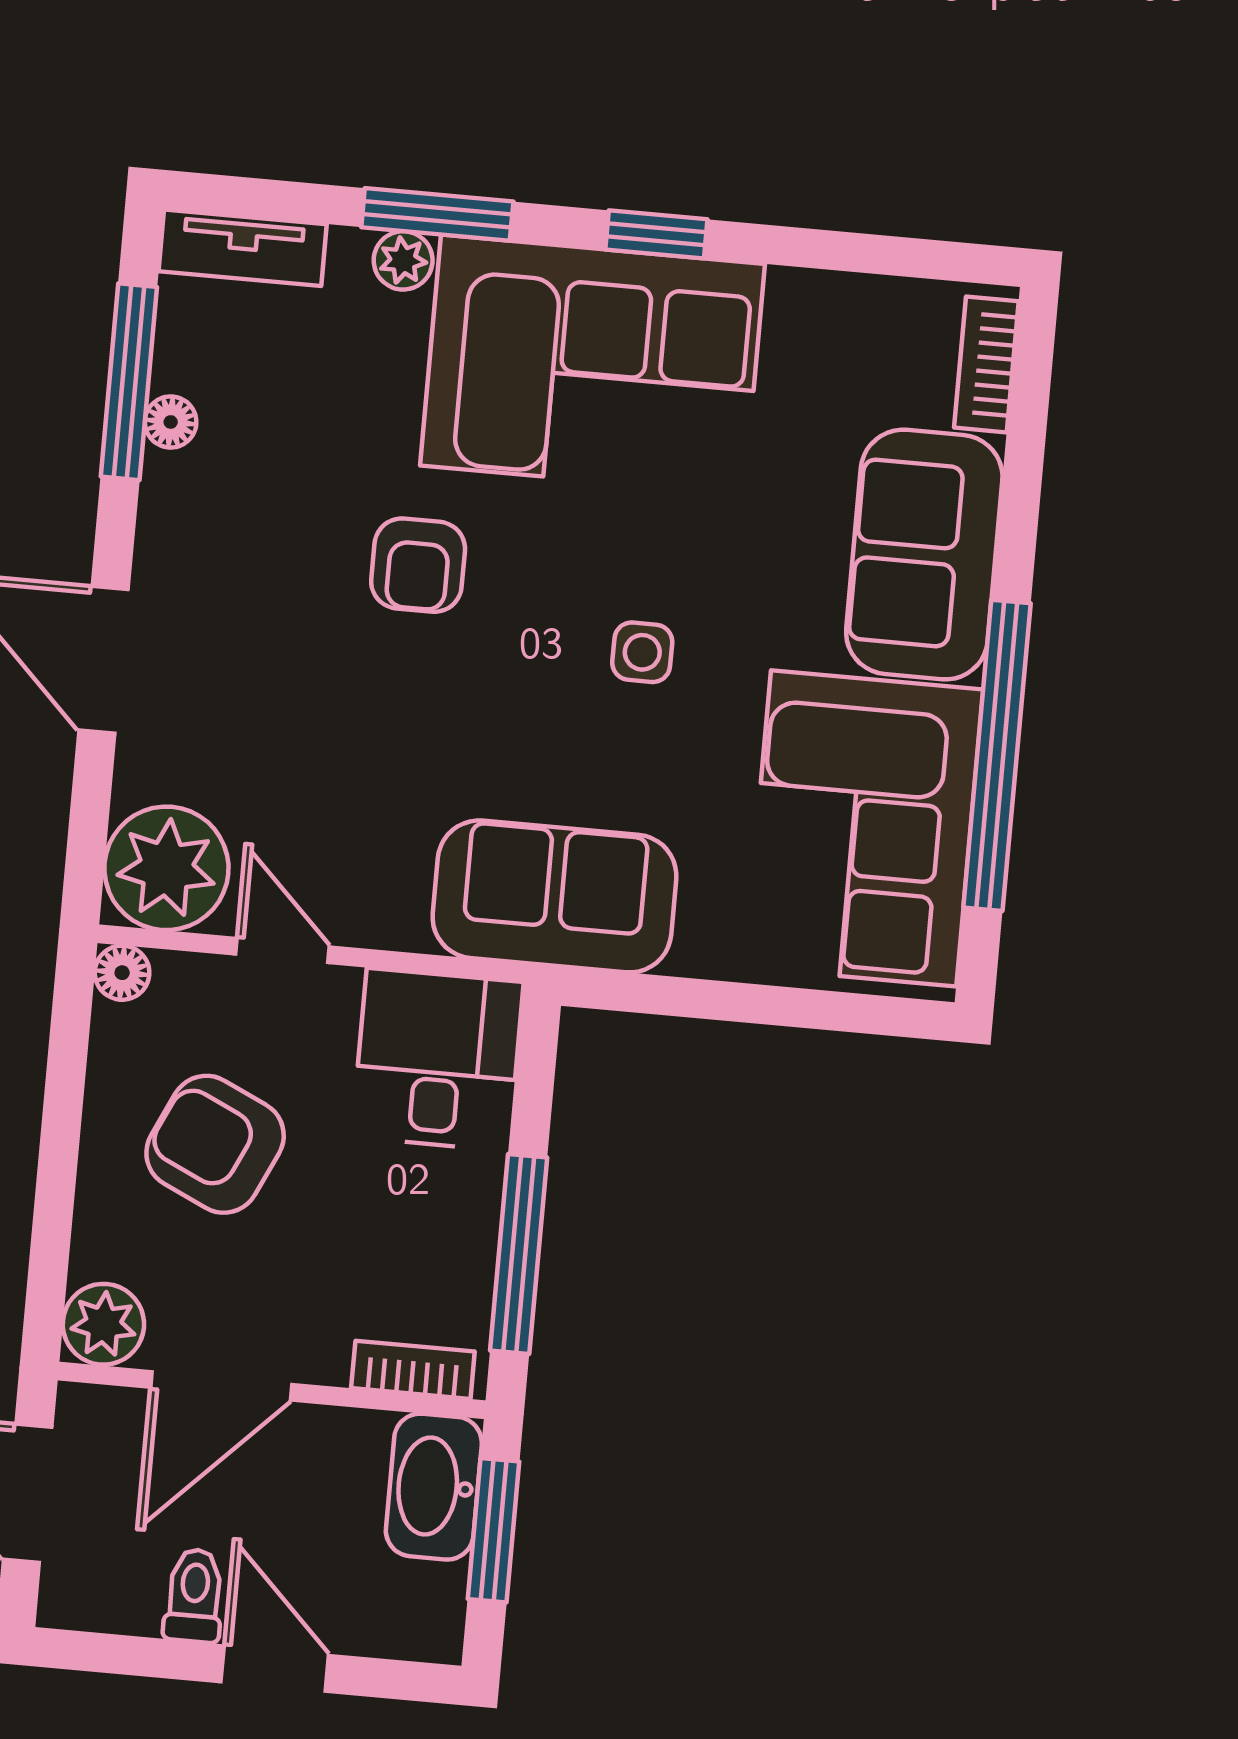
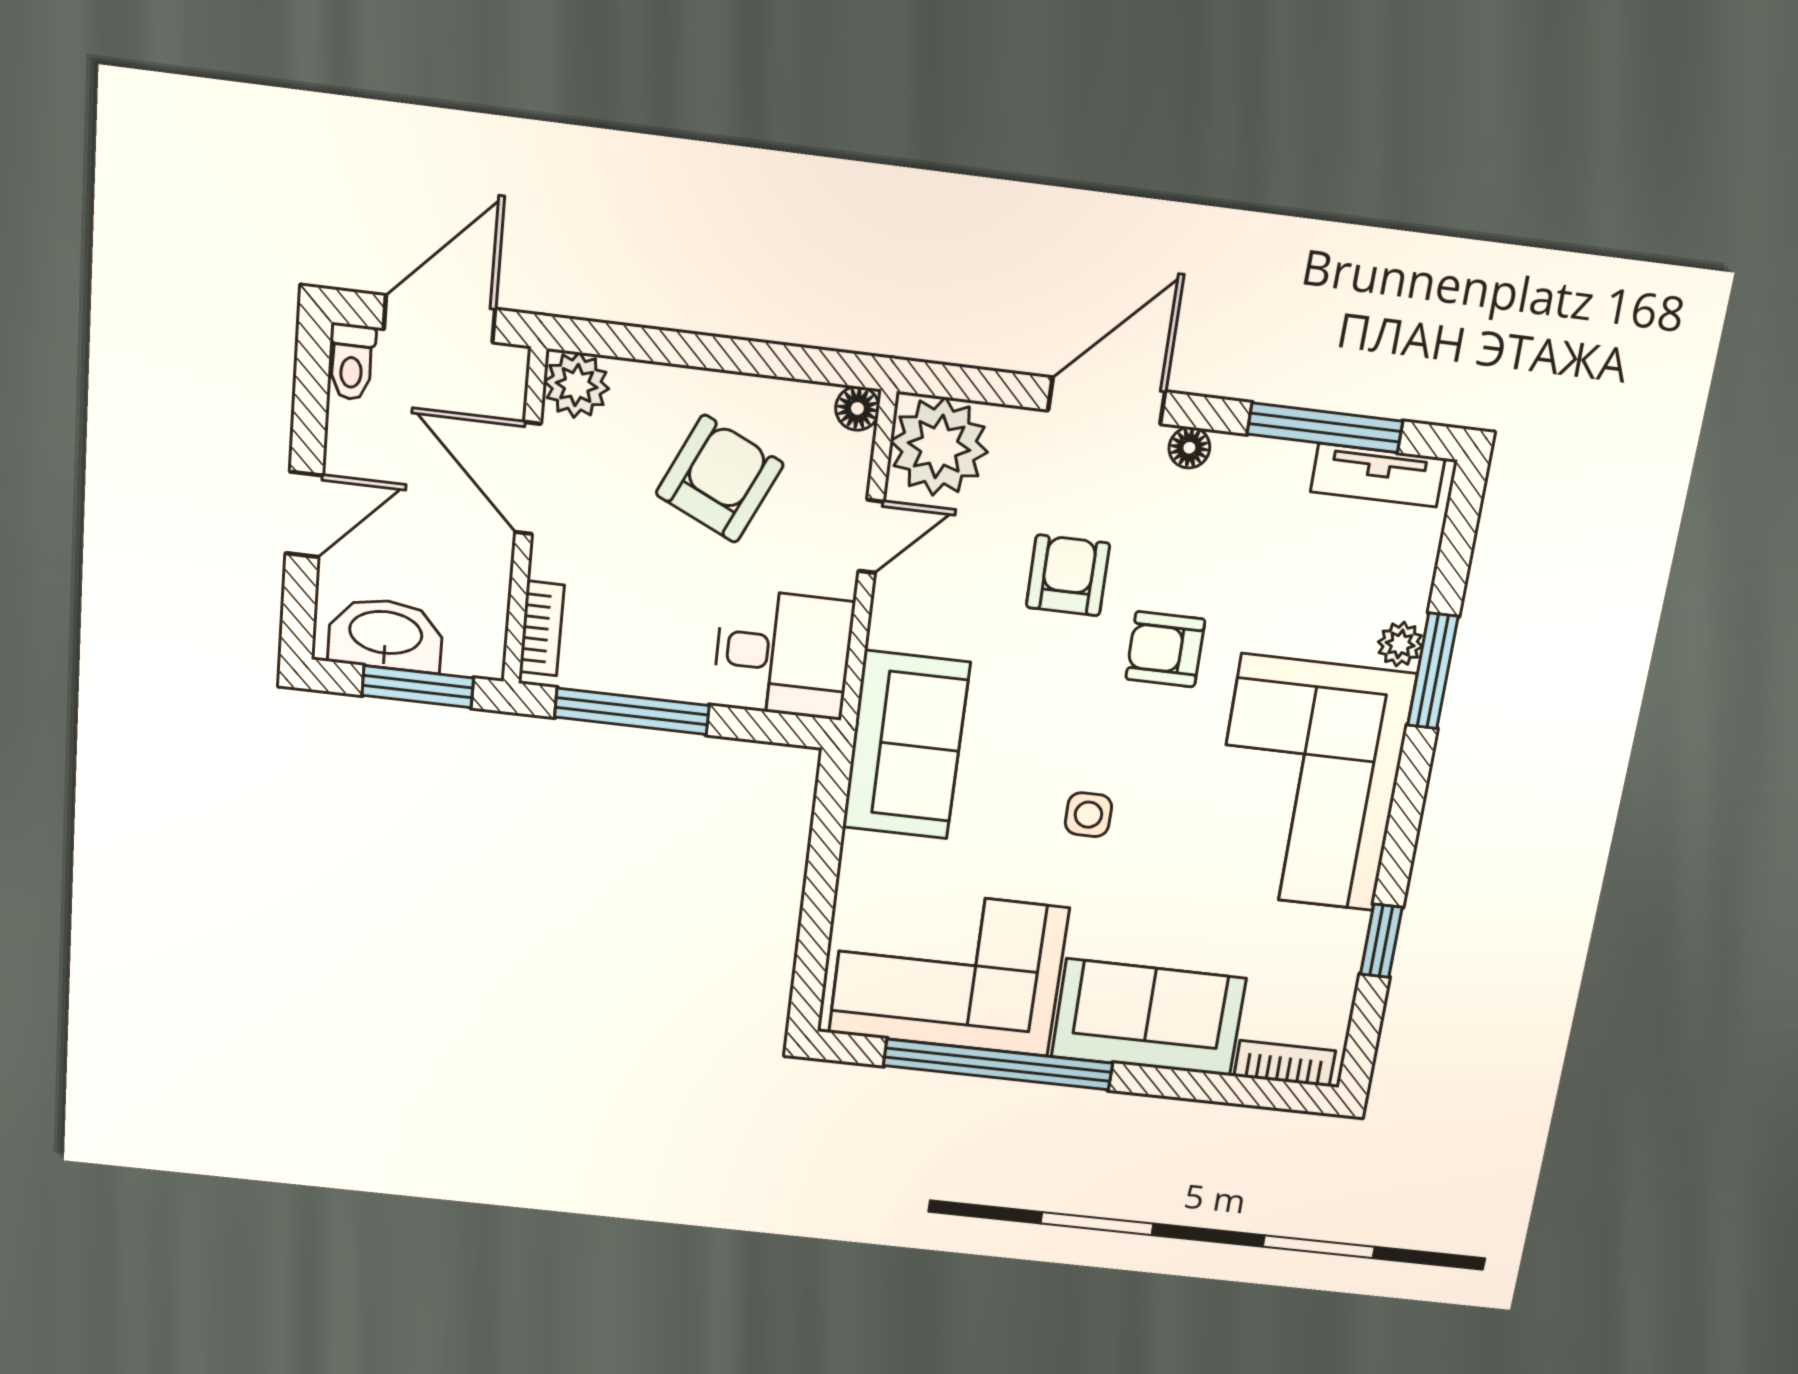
window: (656, 234) -> (1381, 941), moved
tv unit: (243, 248) -> (1378, 475), moved, turned -90
floor lamp: (171, 422) -> (1189, 448), moved
armchair: (325, 697) -> (1068, 575), added
washbasin: (434, 1487) -> (386, 634), moved
toilet: (194, 1596) -> (352, 362), moved, turned 90

